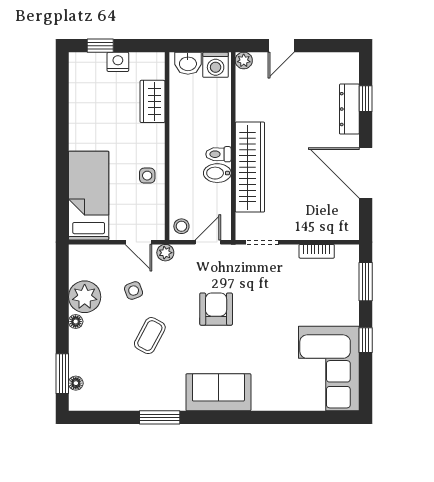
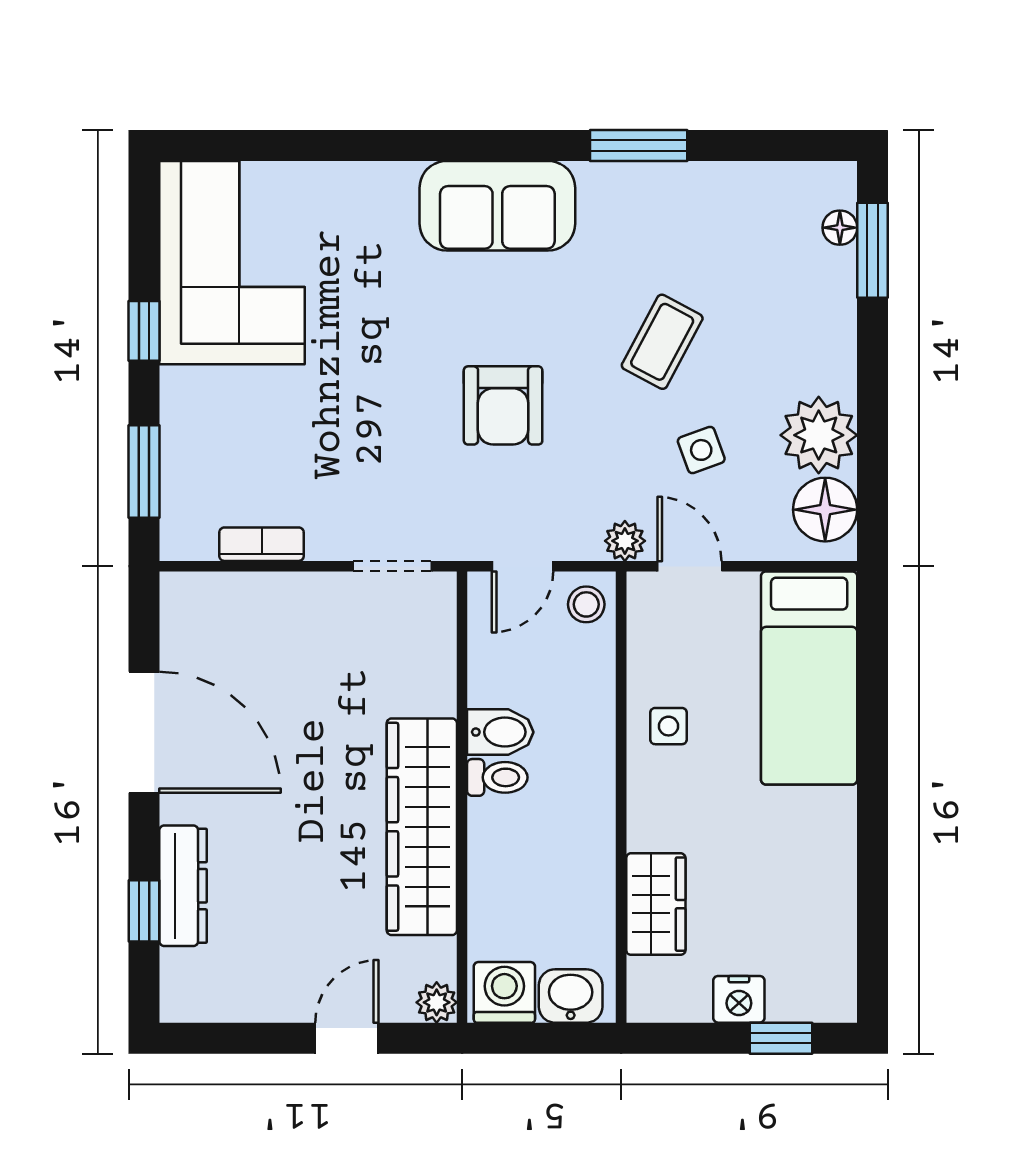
wardrobe: (250, 167) -> (422, 827), moved
floor lamp: (76, 322) -> (825, 510), moved, width x1.89, depth x1.89

